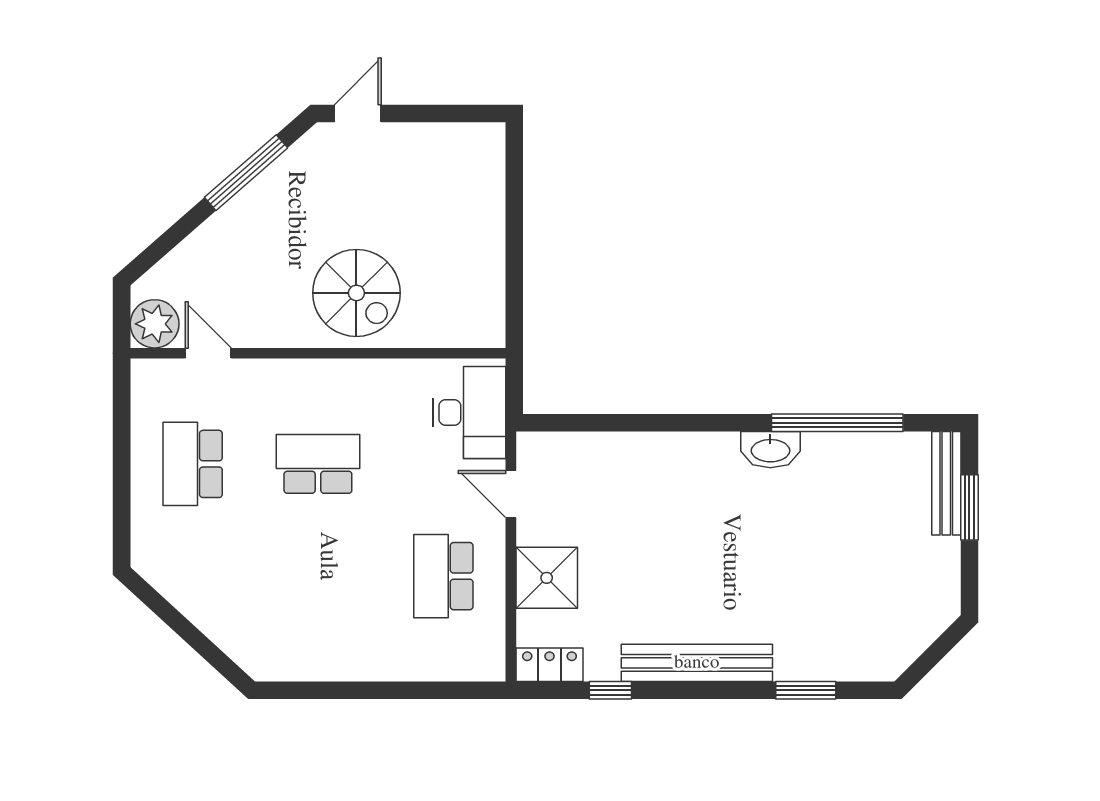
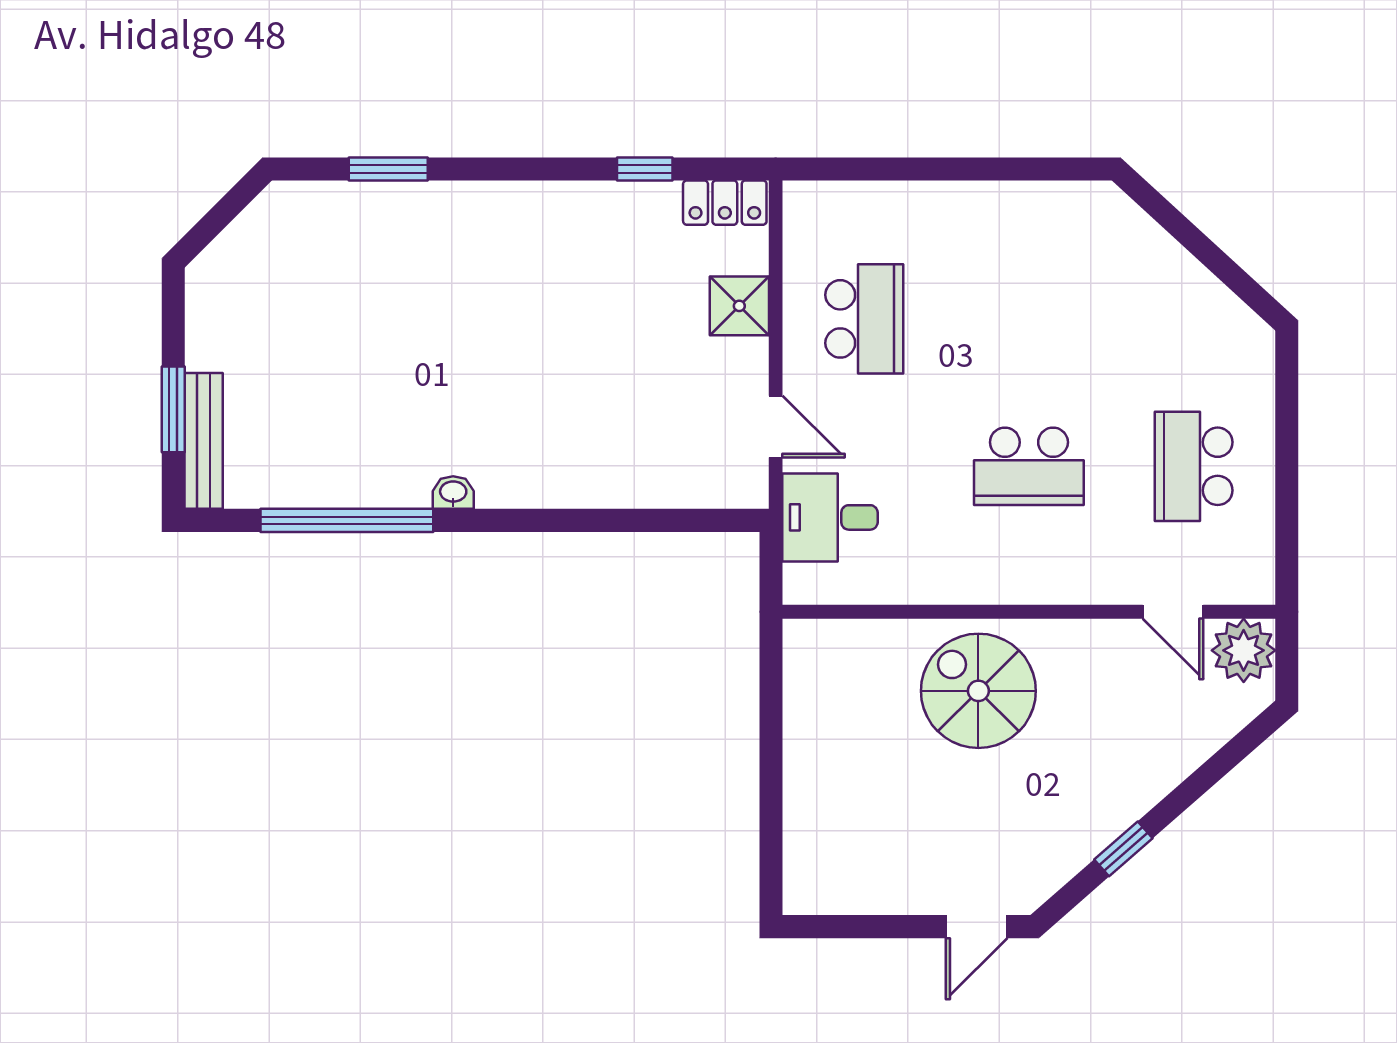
window: (246, 173) -> (1123, 849), width x0.46
desk: (469, 412) -> (830, 517), width x0.73
washbasin: (770, 450) -> (453, 493), width x0.52, depth x0.69
school desk: (193, 464) -> (1194, 466), turned 180
shower: (547, 578) -> (739, 306), width x0.73, depth x0.73
bench: (697, 663) -> (531, 205), removed

